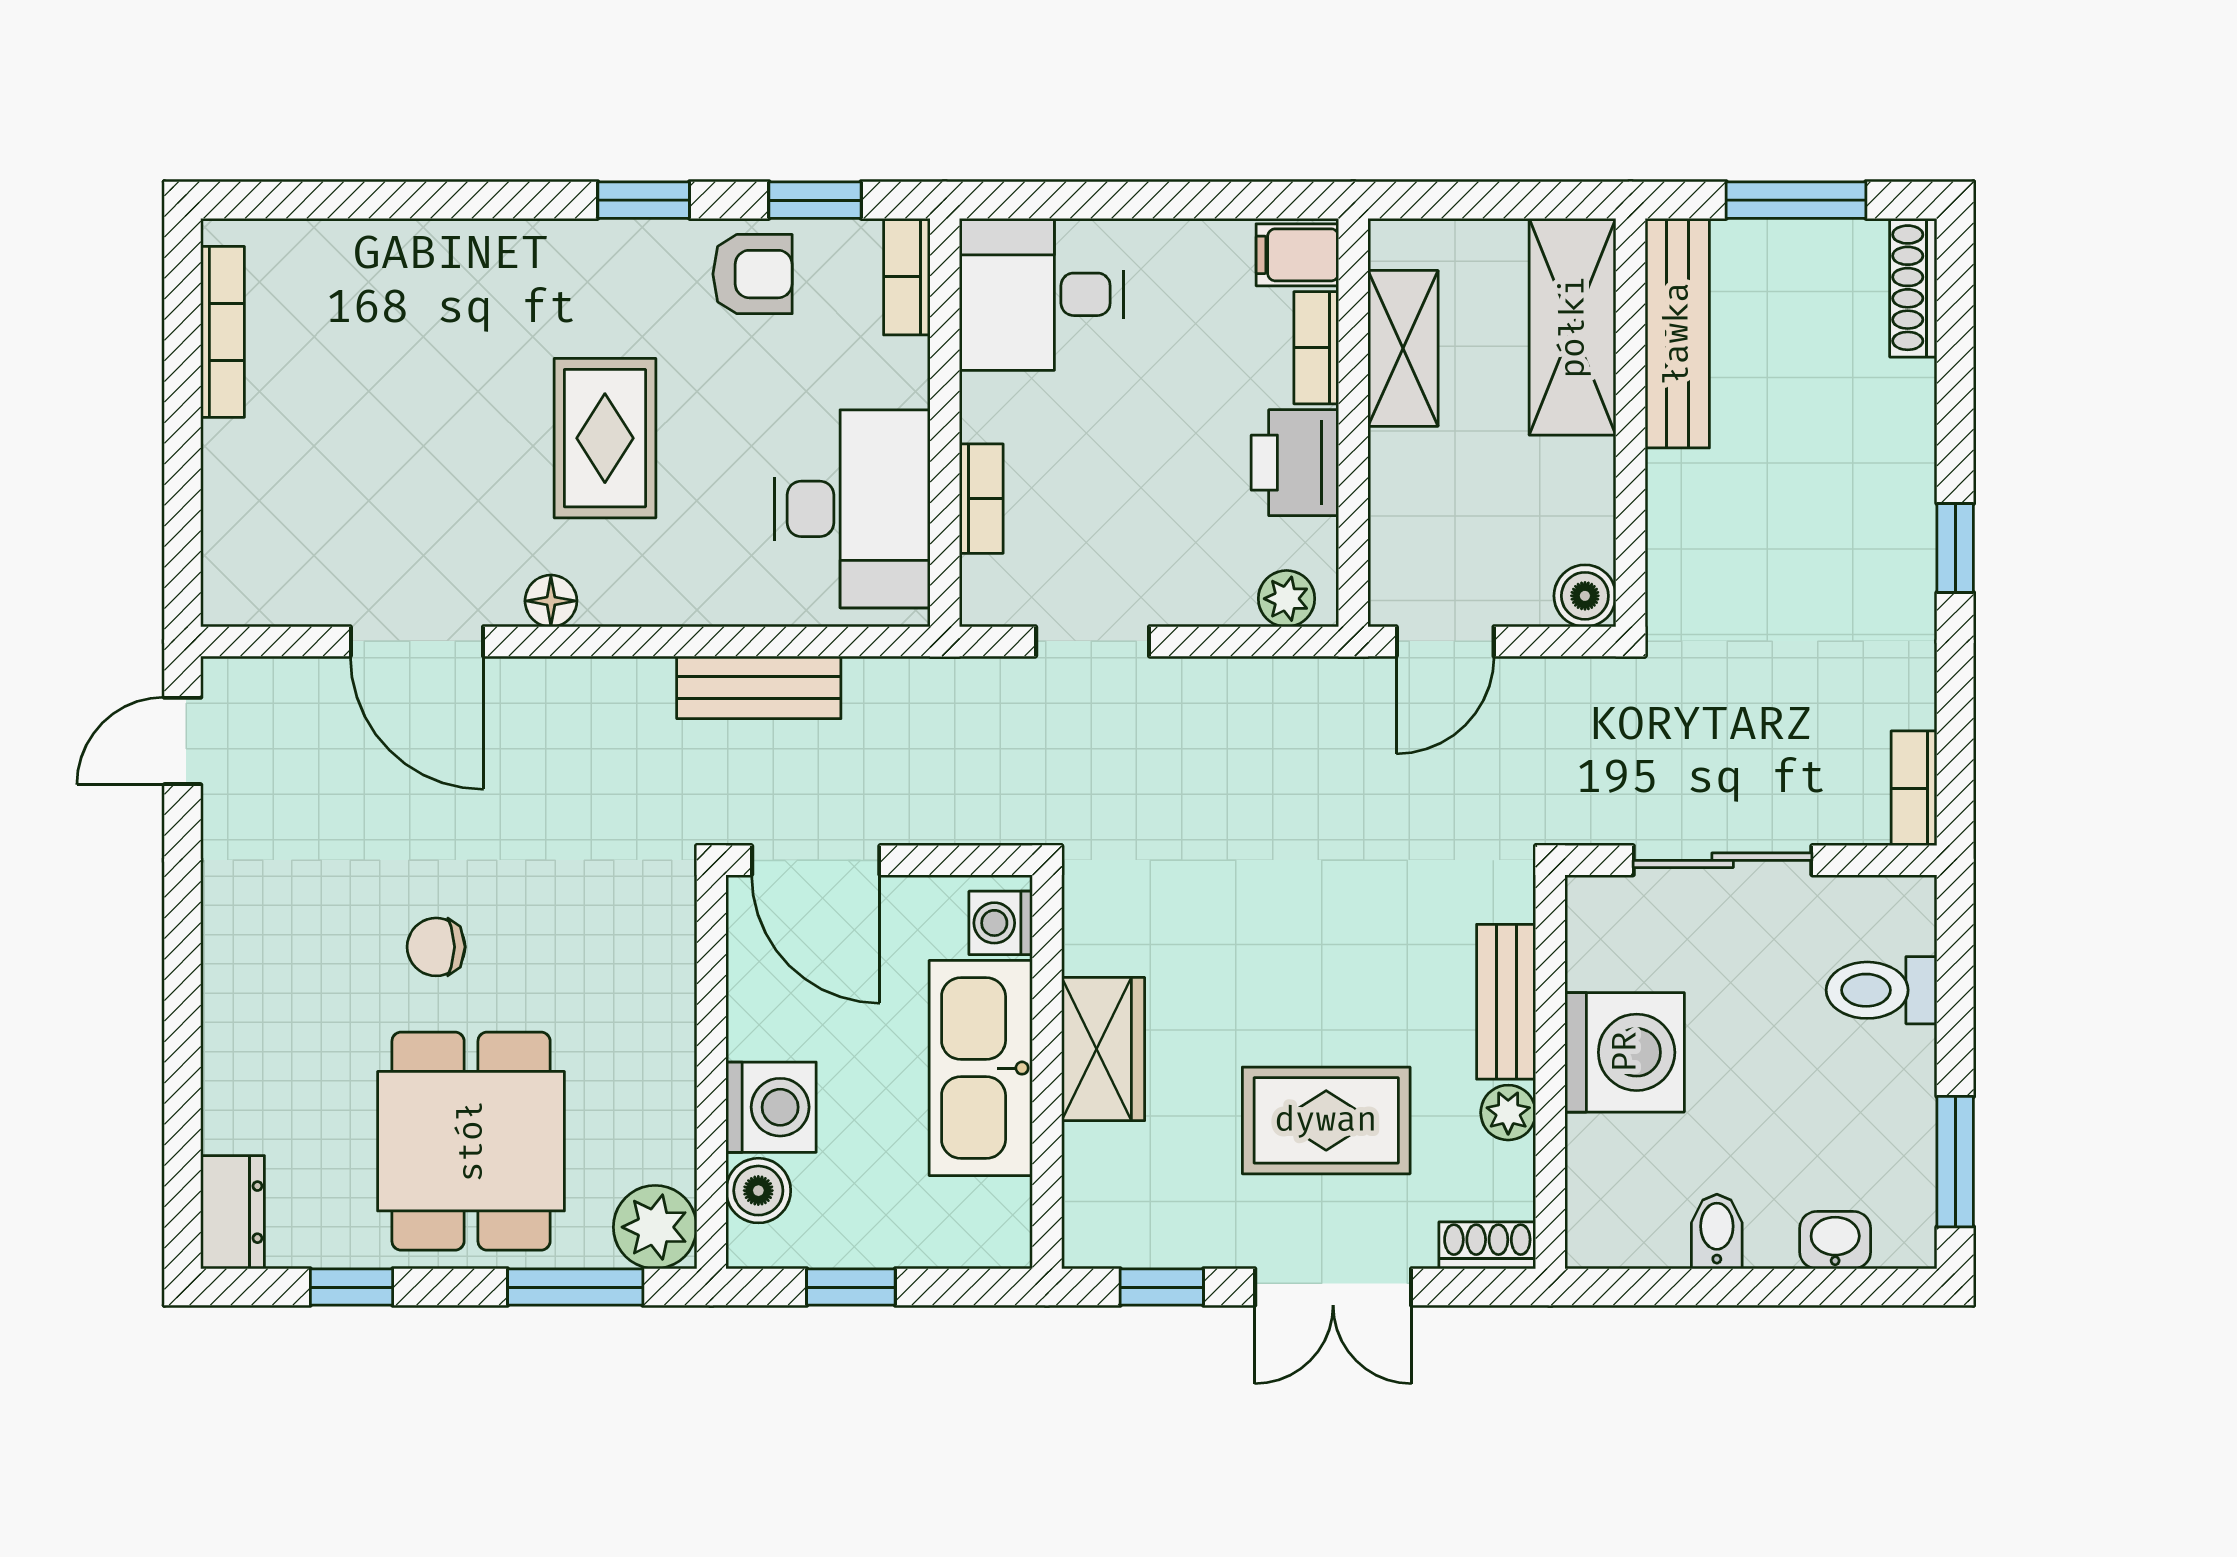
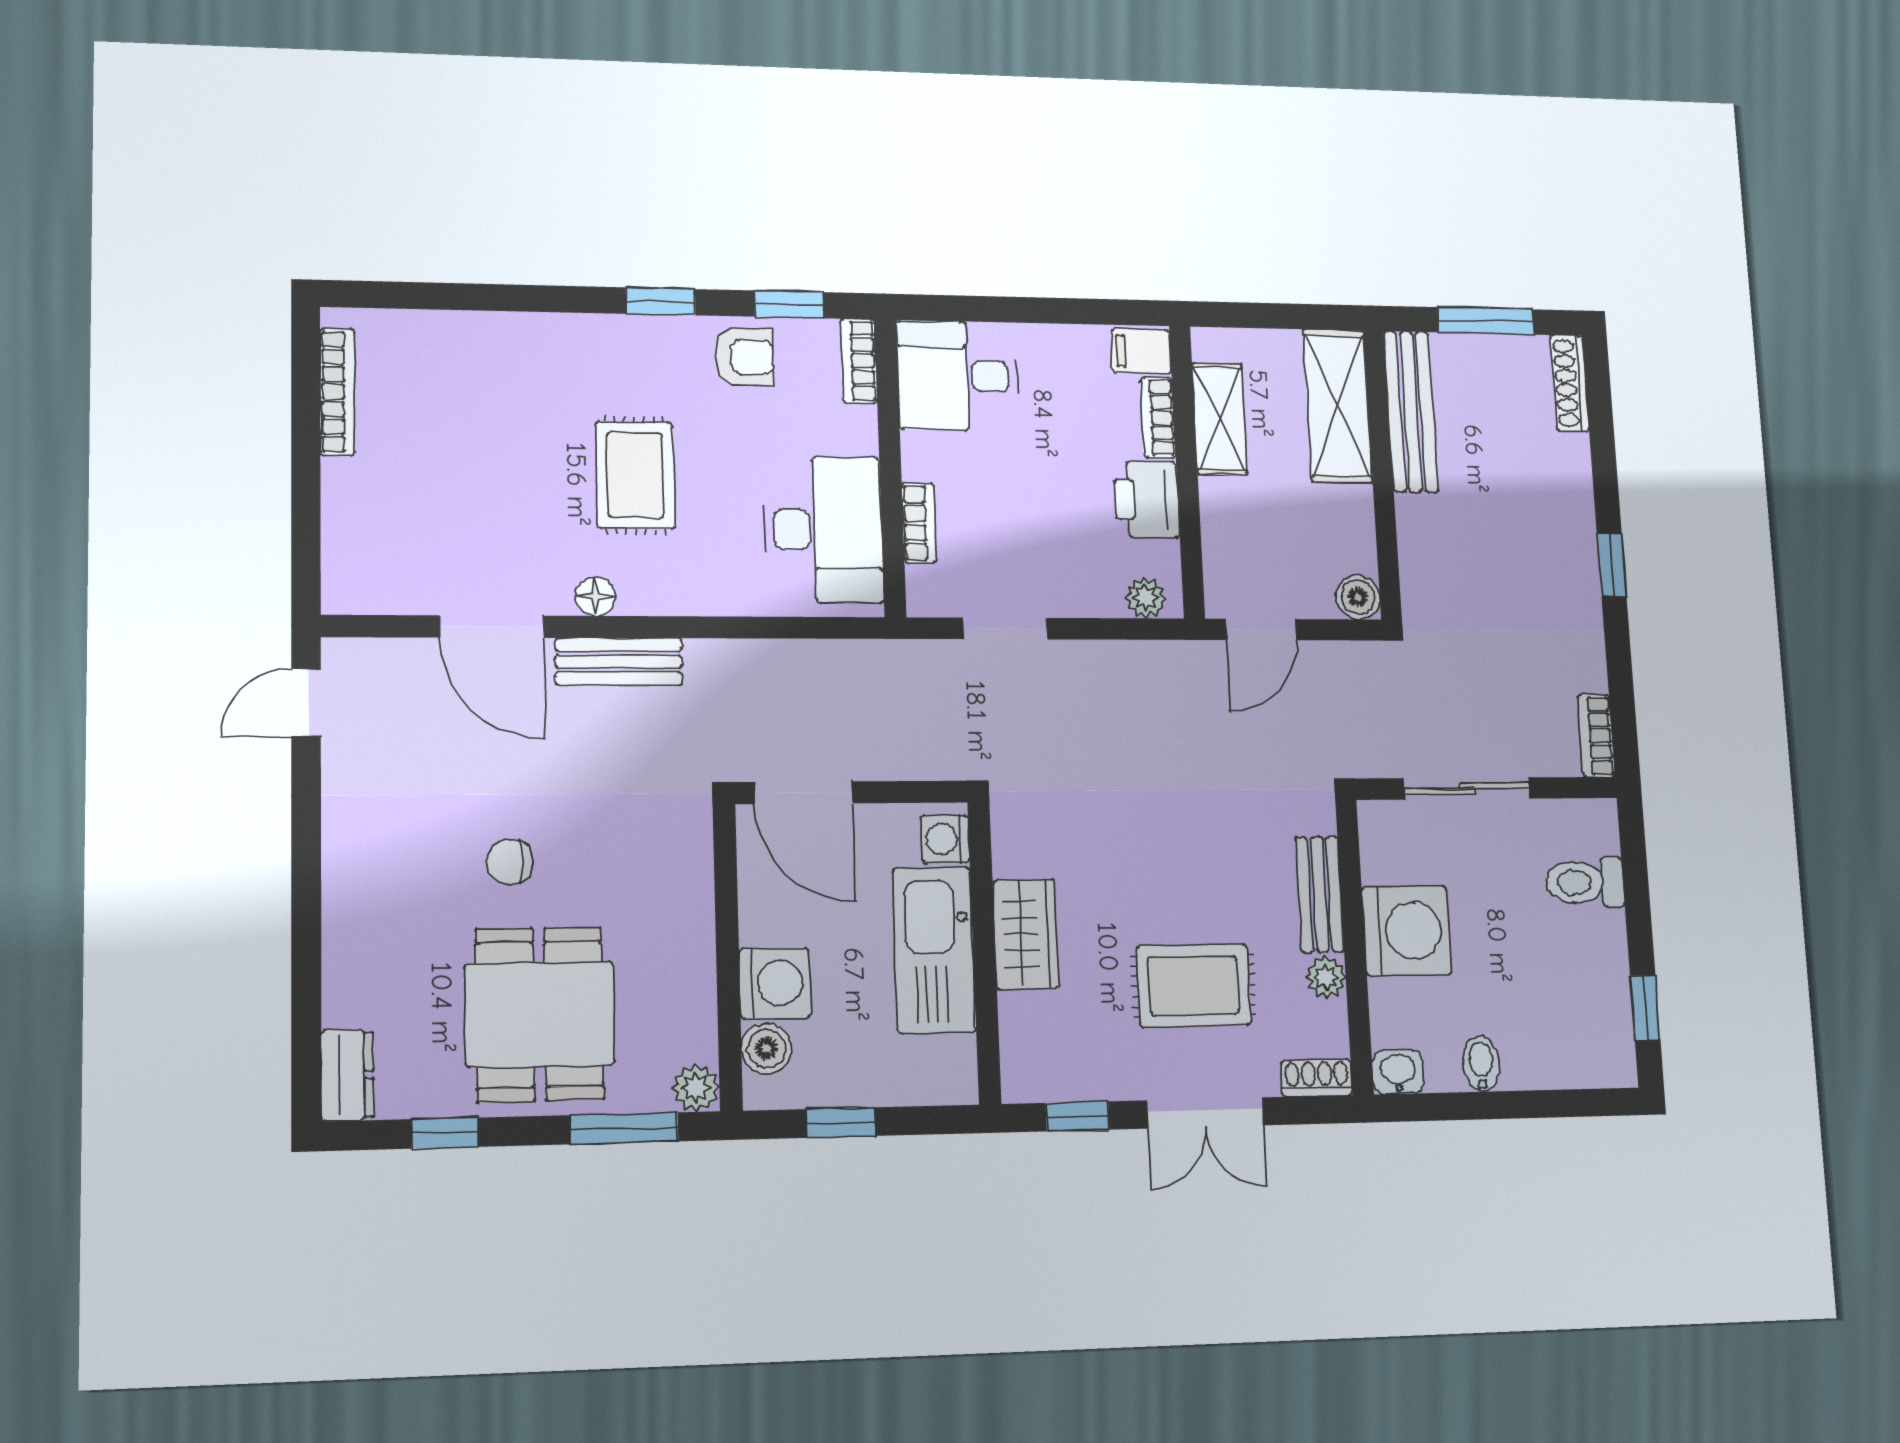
bench: (759, 687) -> (619, 662), moved
window: (1955, 1162) -> (1645, 1008), width x0.67
plant: (655, 1227) -> (696, 1088), width x0.73, depth x0.73
washbasin: (1835, 1240) -> (1398, 1072), moved

